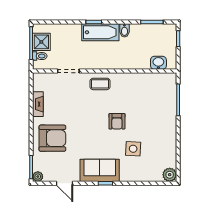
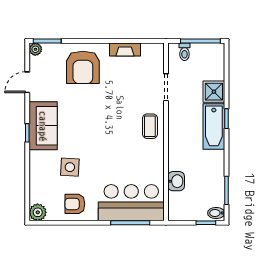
bidet: (124, 30) -> (216, 213), moved
shower: (41, 42) -> (214, 92), moved
washbasin: (158, 63) -> (176, 181), moved
bar counter: (162, 99) -> (131, 203), added
armchair: (117, 121) -> (75, 204), moved

